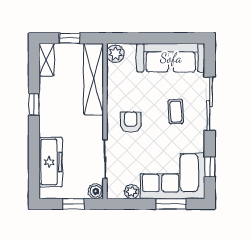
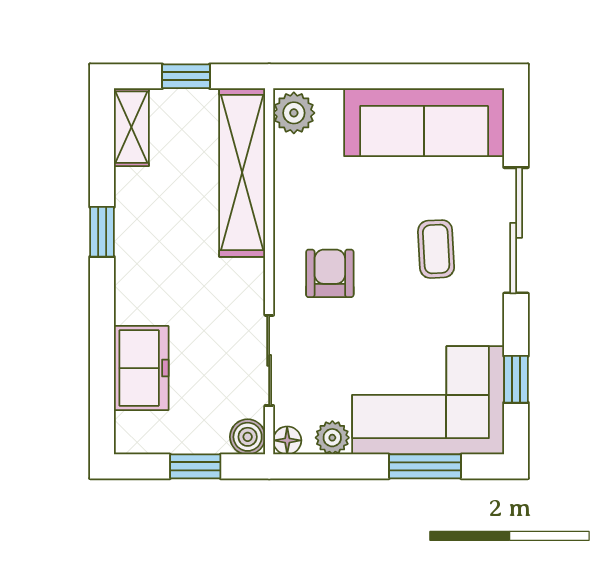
freezer: (51, 162) -> (141, 368), width x0.71
floor lamp: (113, 193) -> (287, 440), added

